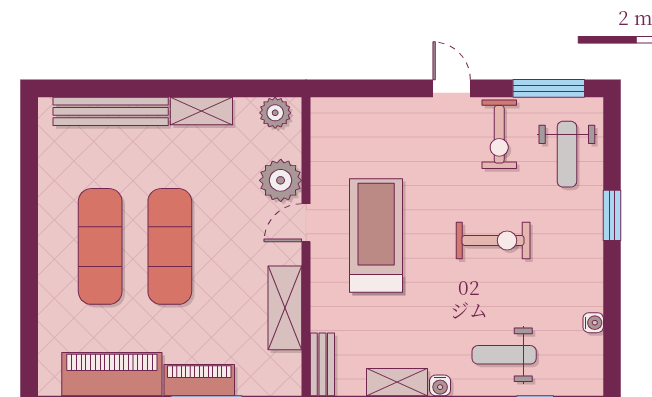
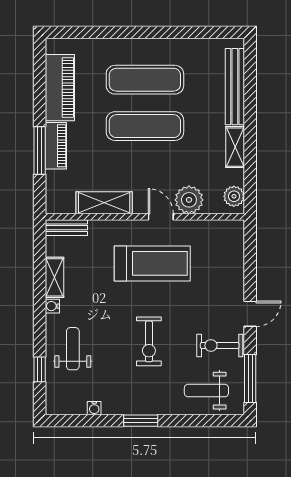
window: (612, 215) -> (141, 421), moved

